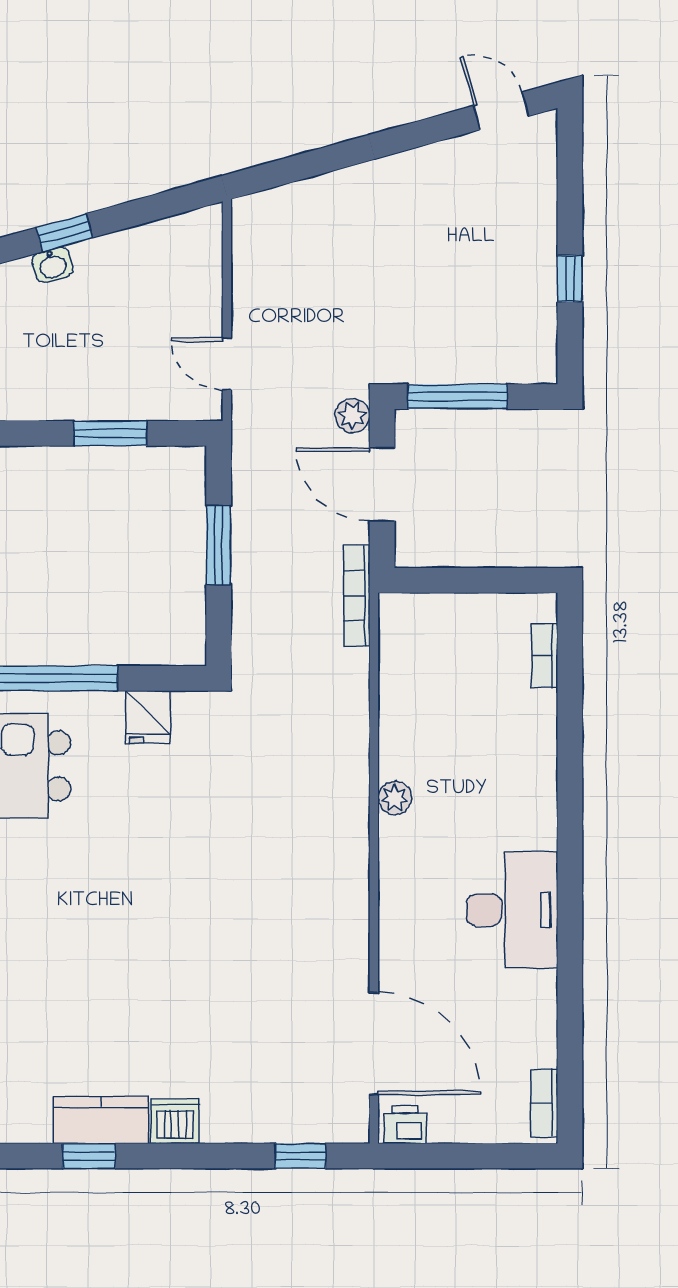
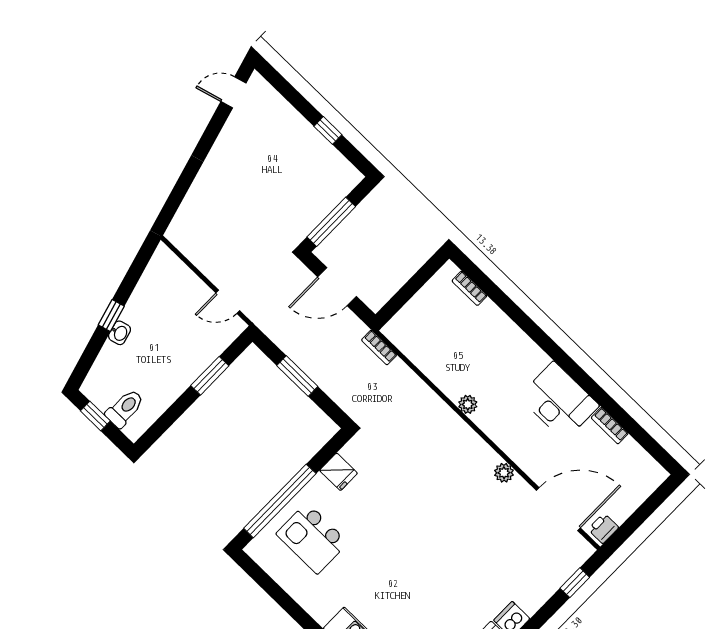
plant: (352, 416) -> (504, 473), moved
bookcase: (357, 596) -> (379, 347), width x0.64
bookcase: (544, 1103) -> (610, 426), moved

